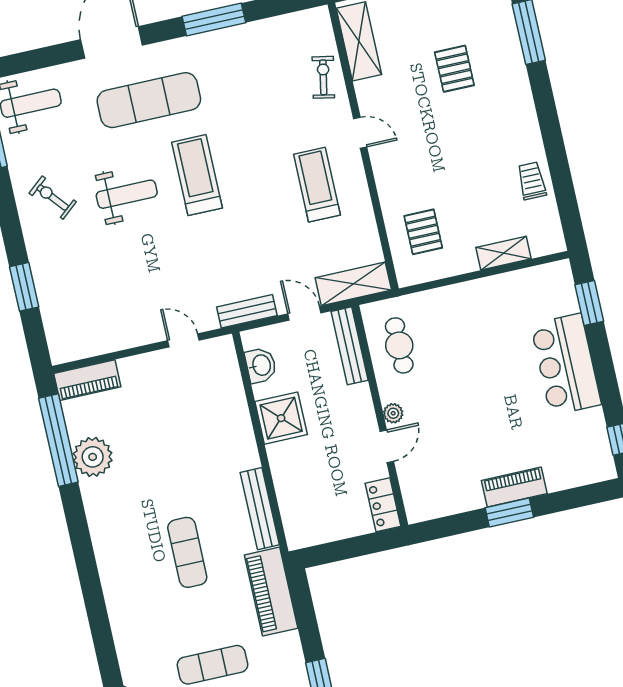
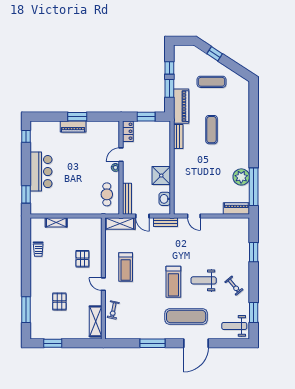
pallet: (423, 232) -> (82, 259), moved
bench: (260, 509) -> (178, 136), width x0.73
window: (348, 549) -> (146, 117), added
window: (308, 627) -> (169, 88), added

